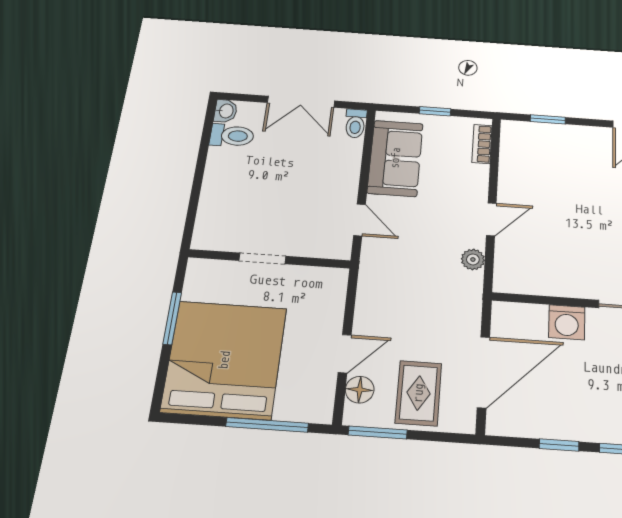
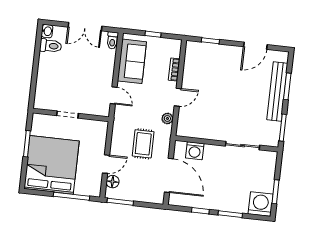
bookcase: (482, 144) -> (174, 70), moved
washing machine: (567, 322) -> (195, 151), moved
door: (483, 372) -> (169, 175), hinge flipped
rug: (418, 393) -> (143, 144), moved

